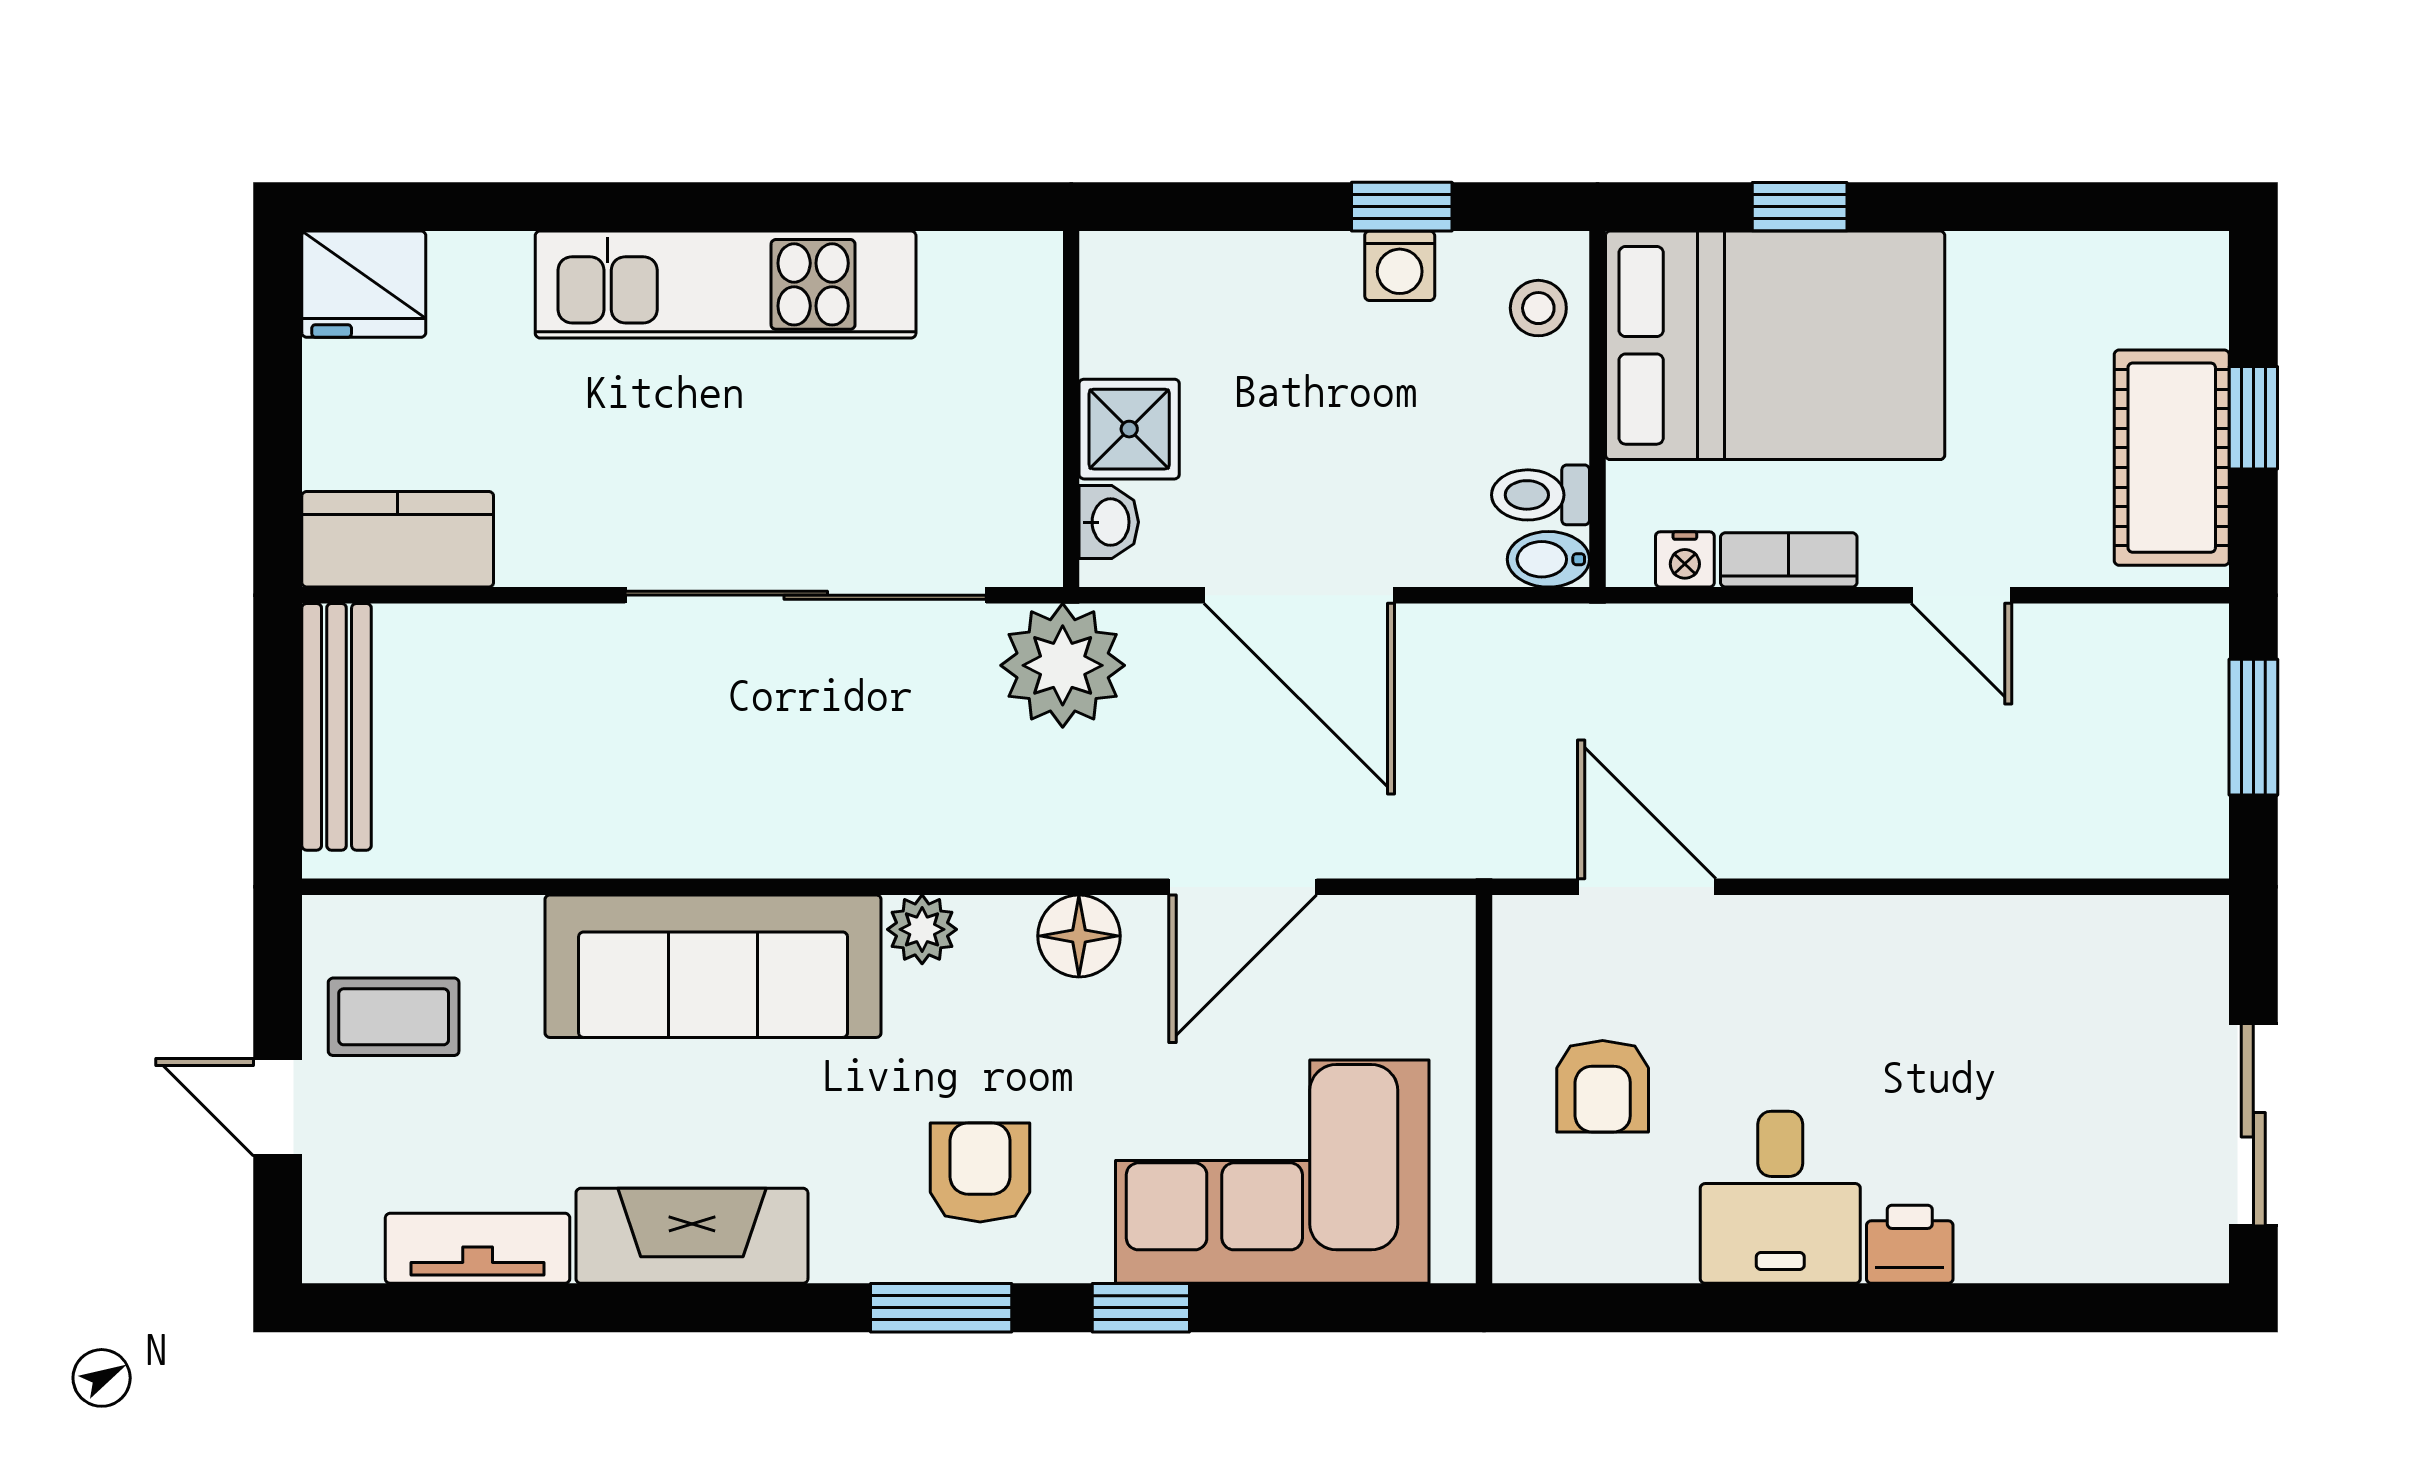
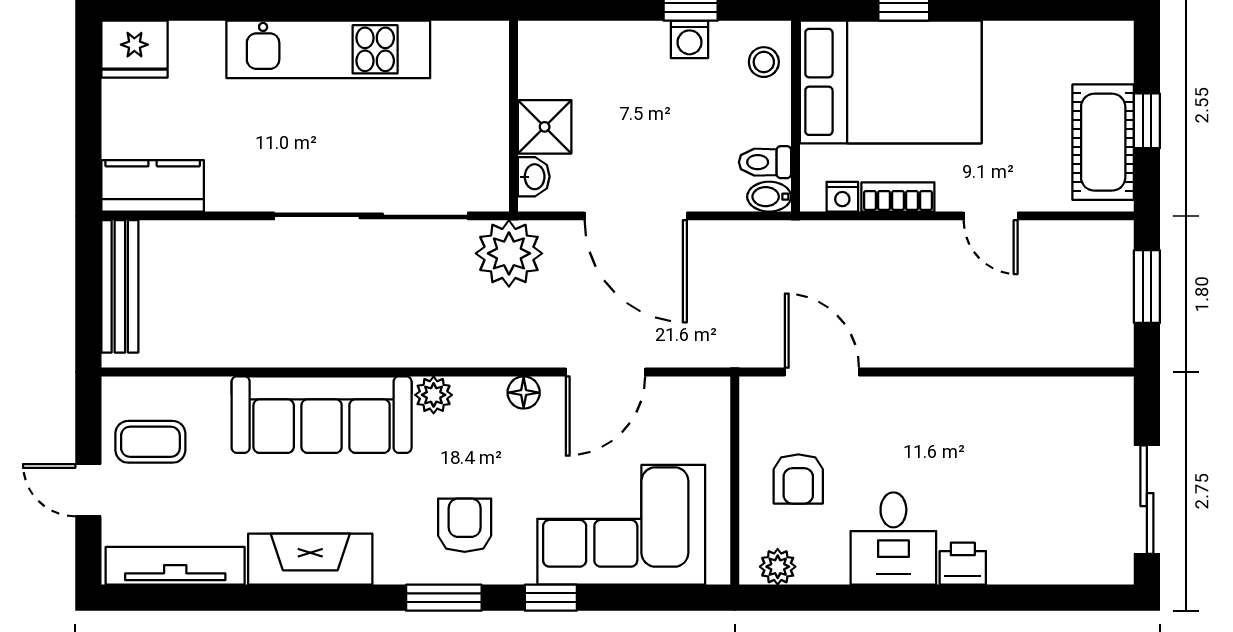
floor lamp: (1079, 936) -> (524, 393), width x0.73, depth x0.73
tv unit: (478, 1248) -> (175, 566), width x1.41
plant: (1564, 1250) -> (778, 567), added

